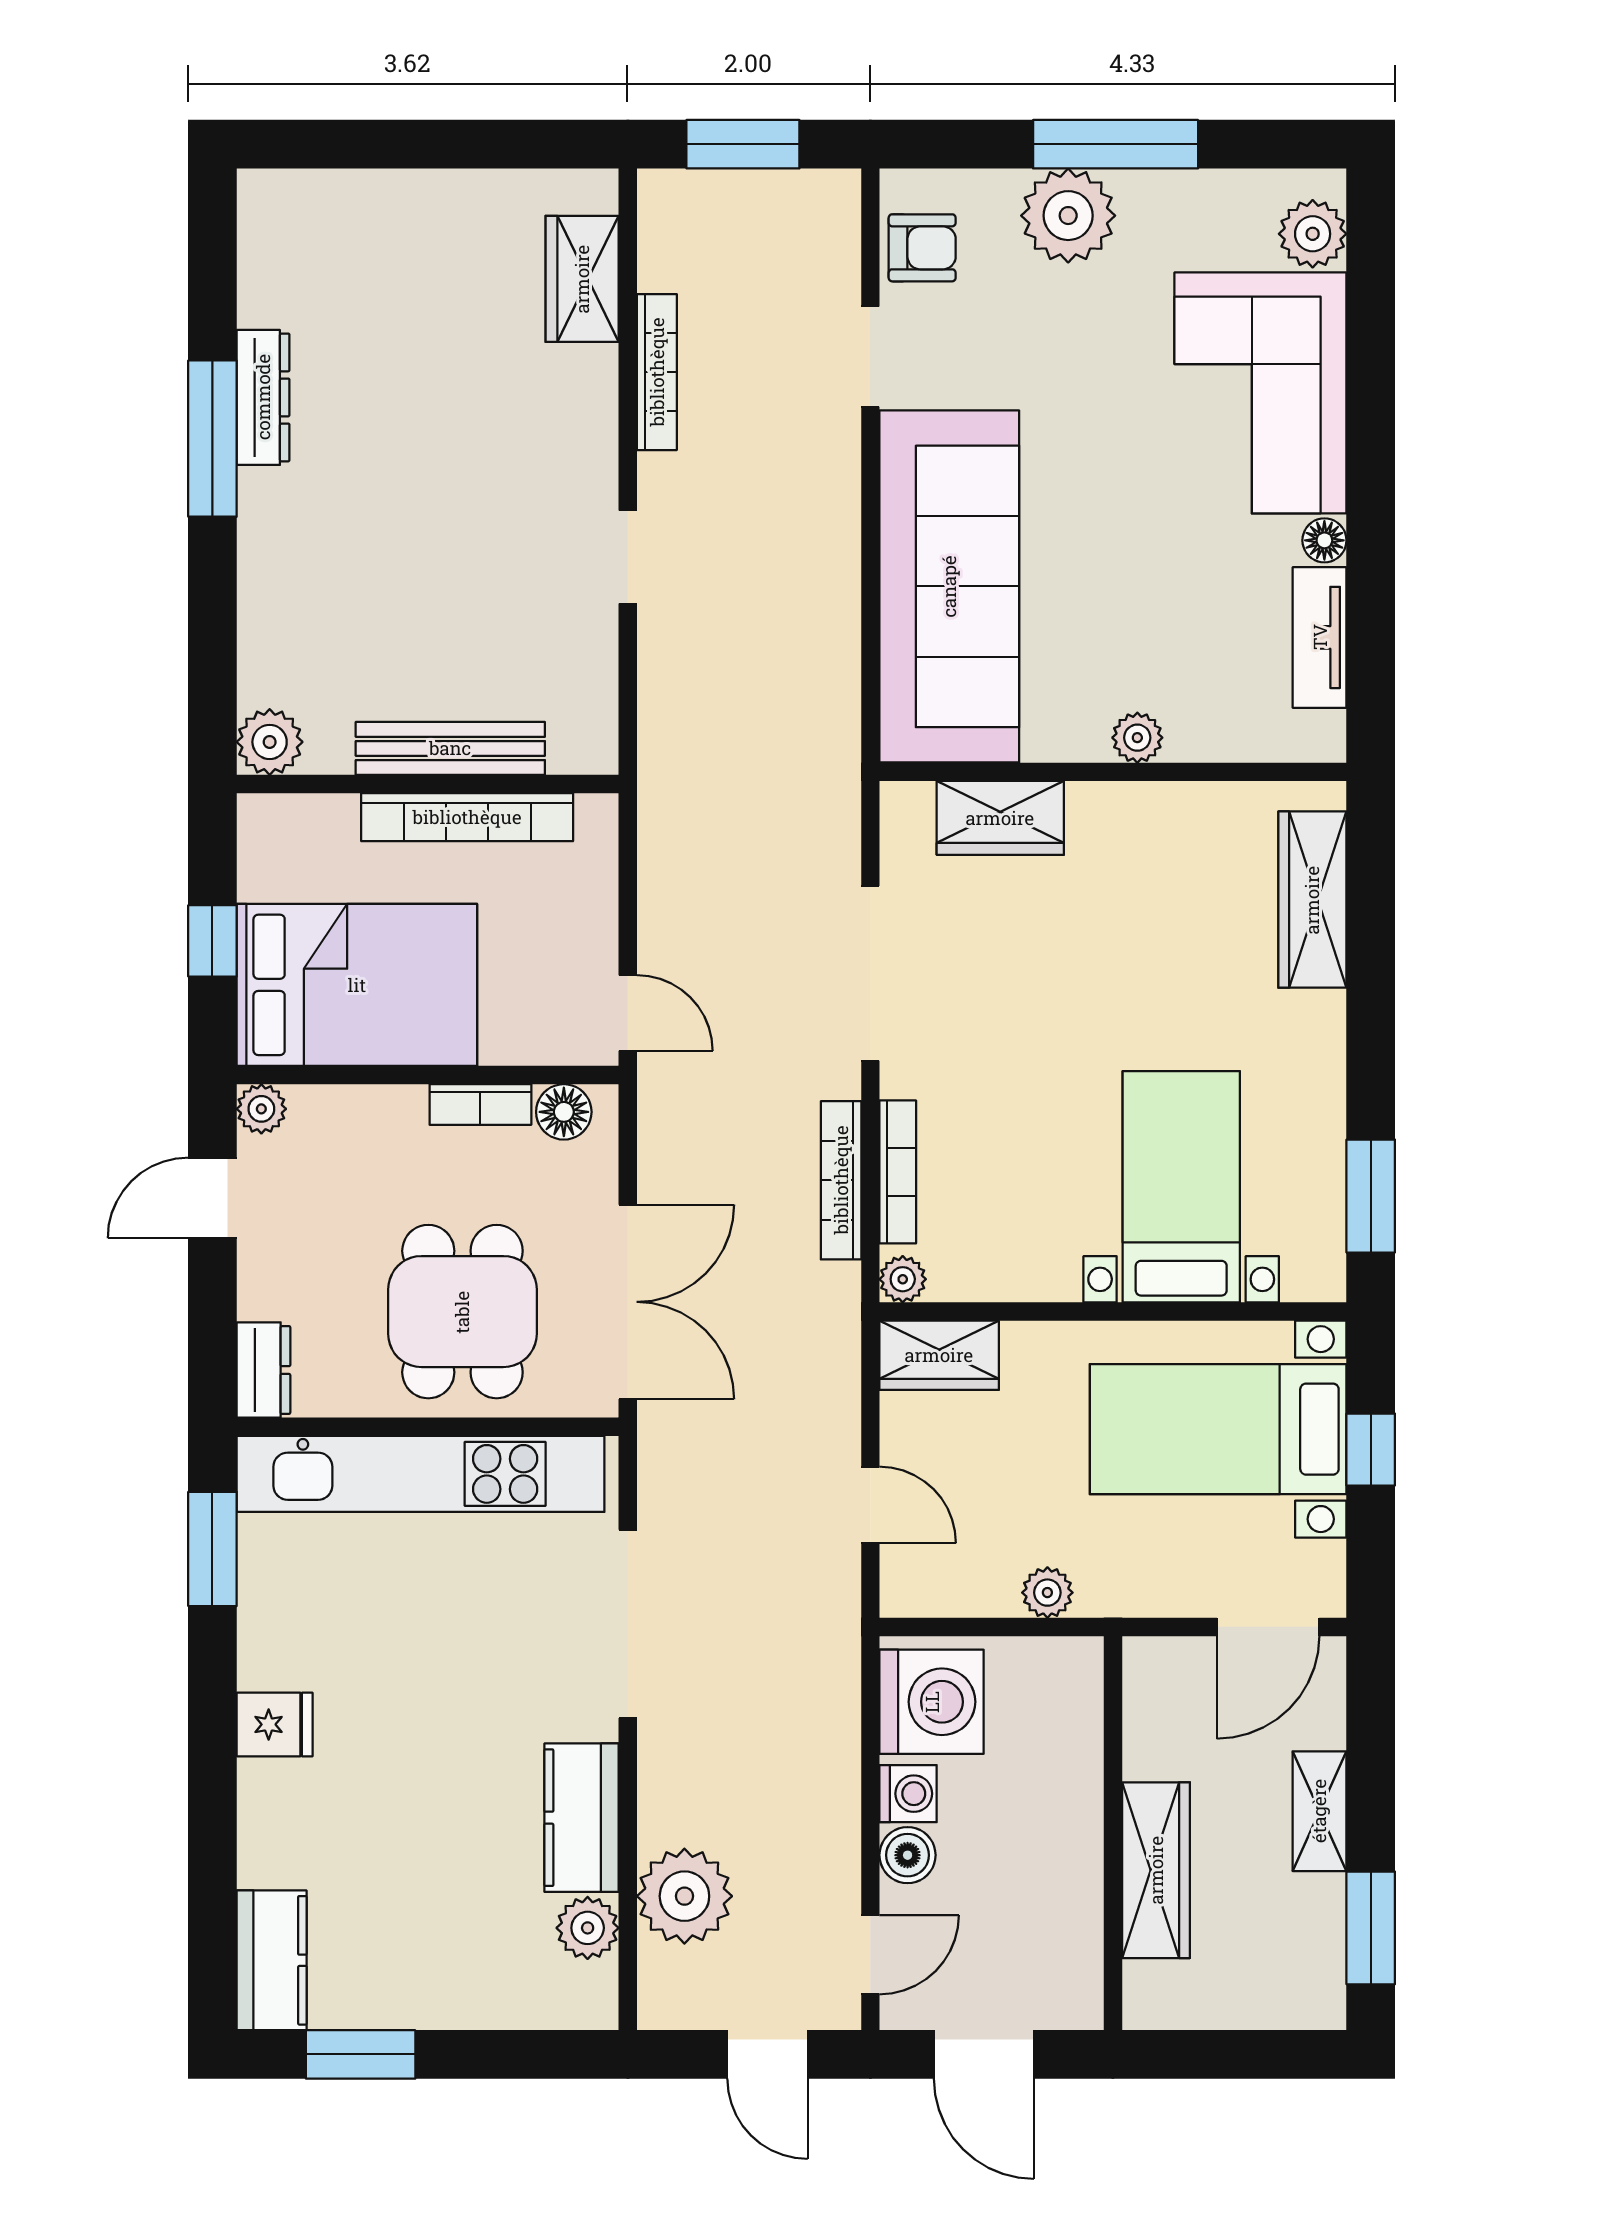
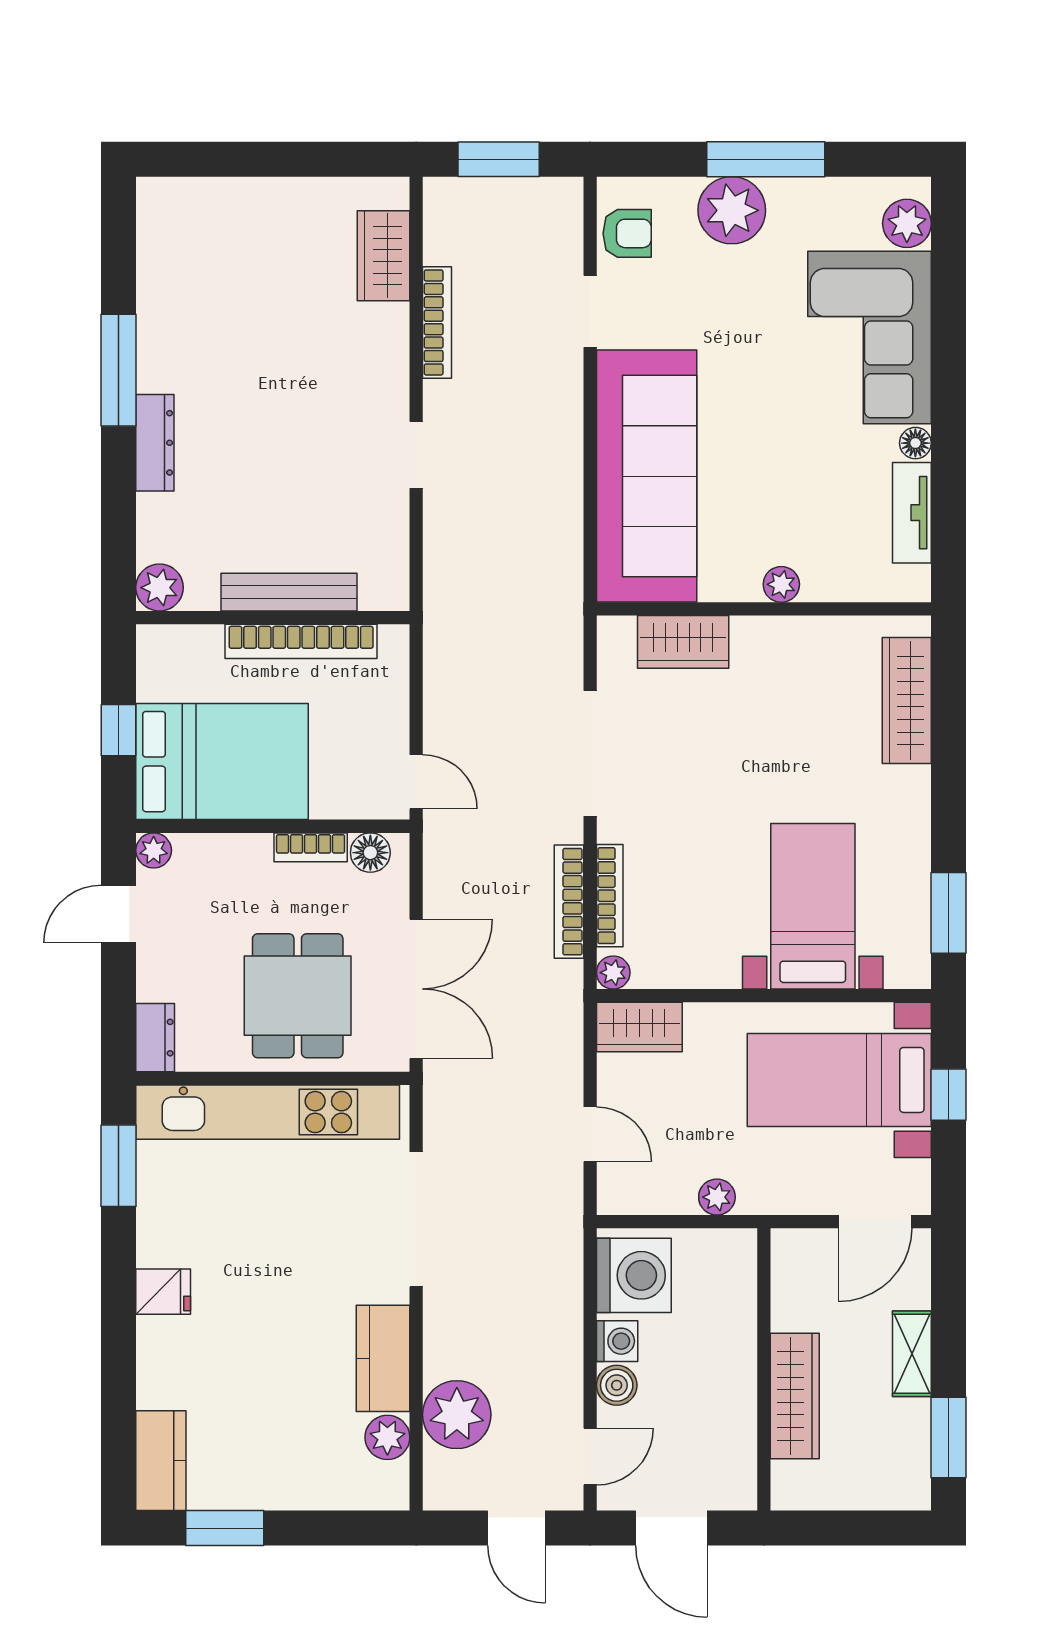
dresser: (263, 397) -> (155, 443), moved

